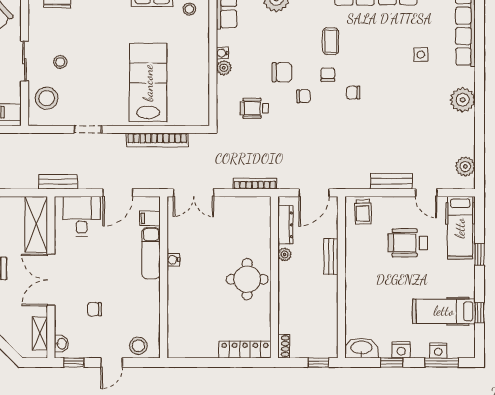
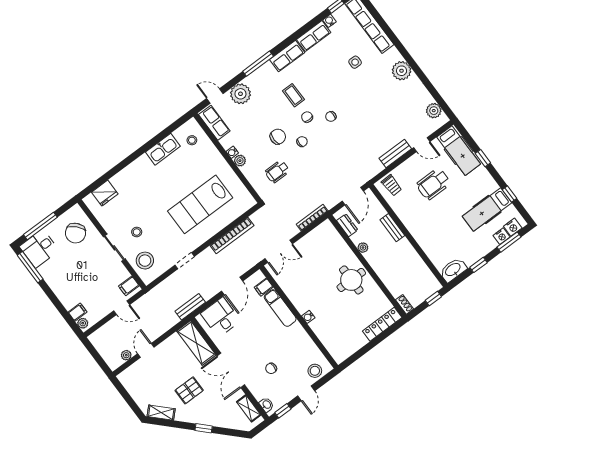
lab bench: (148, 83) -> (200, 204), turned -90
dresser: (285, 225) -> (347, 225), width x0.70
water cooler: (173, 260) -> (308, 317), moved
nightstand: (401, 350) -> (513, 227), moved

